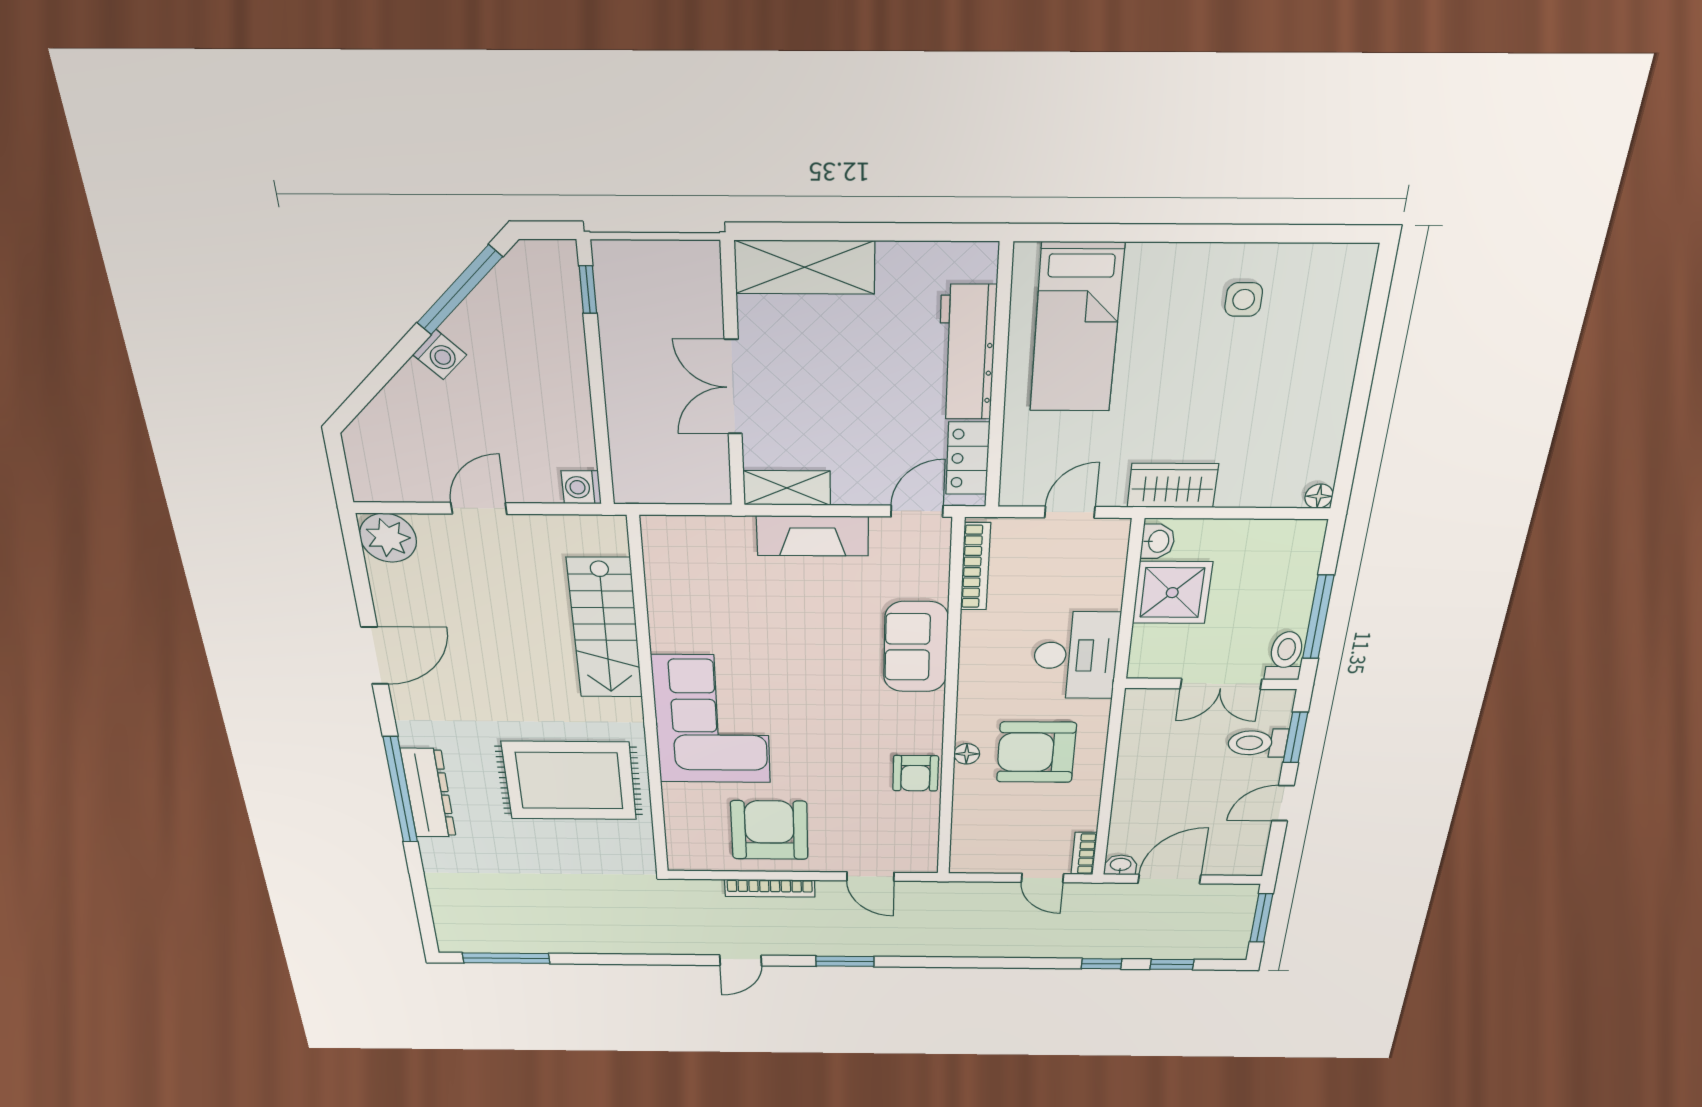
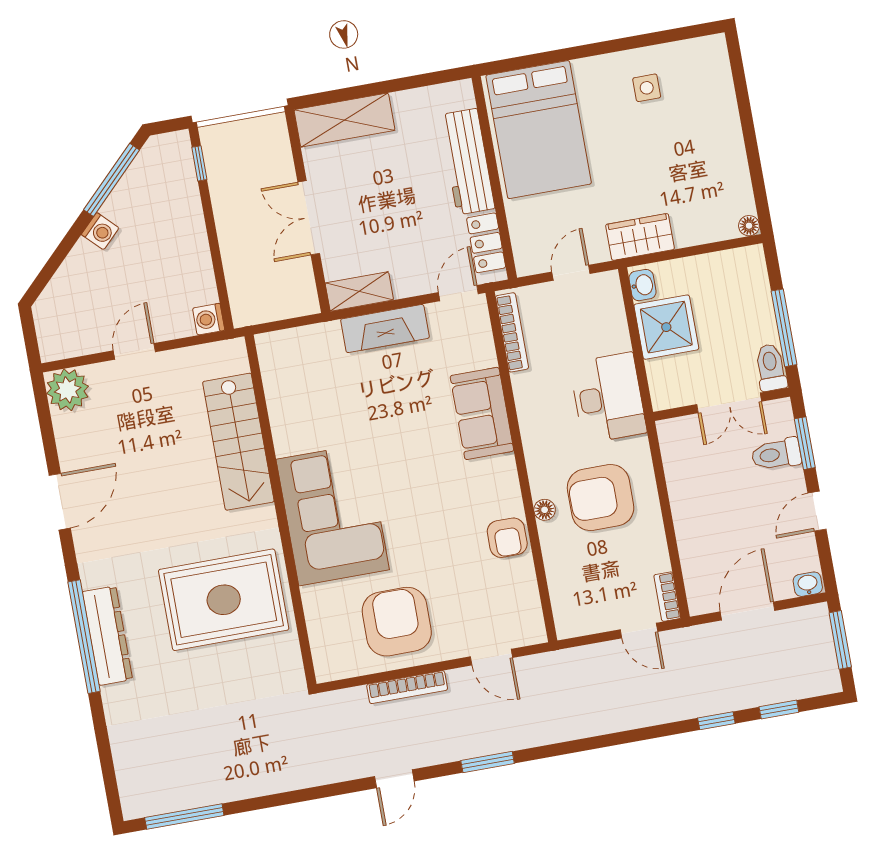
bed: (1076, 328) -> (539, 130), width x1.50
washbasin: (1120, 865) -> (808, 584), moved

